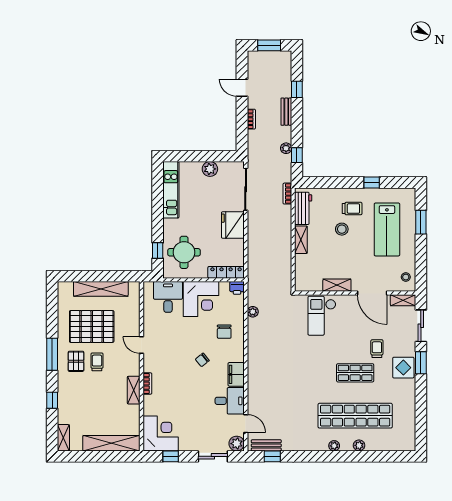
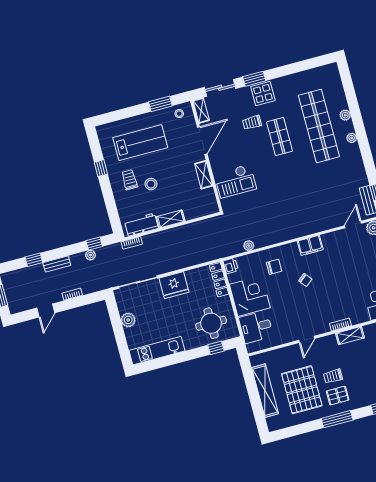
window: (421, 222) -> (160, 104), moved
desk: (230, 401) -> (336, 245), removed

